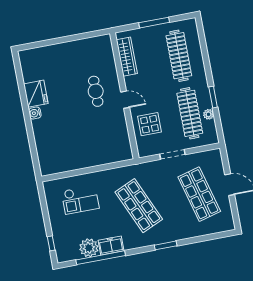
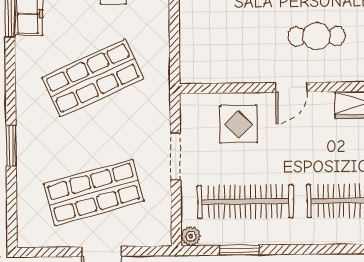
window: (213, 97) -> (240, 250), moved
plant: (209, 114) -> (191, 236), moved
window: (166, 245) -> (11, 146), moved

